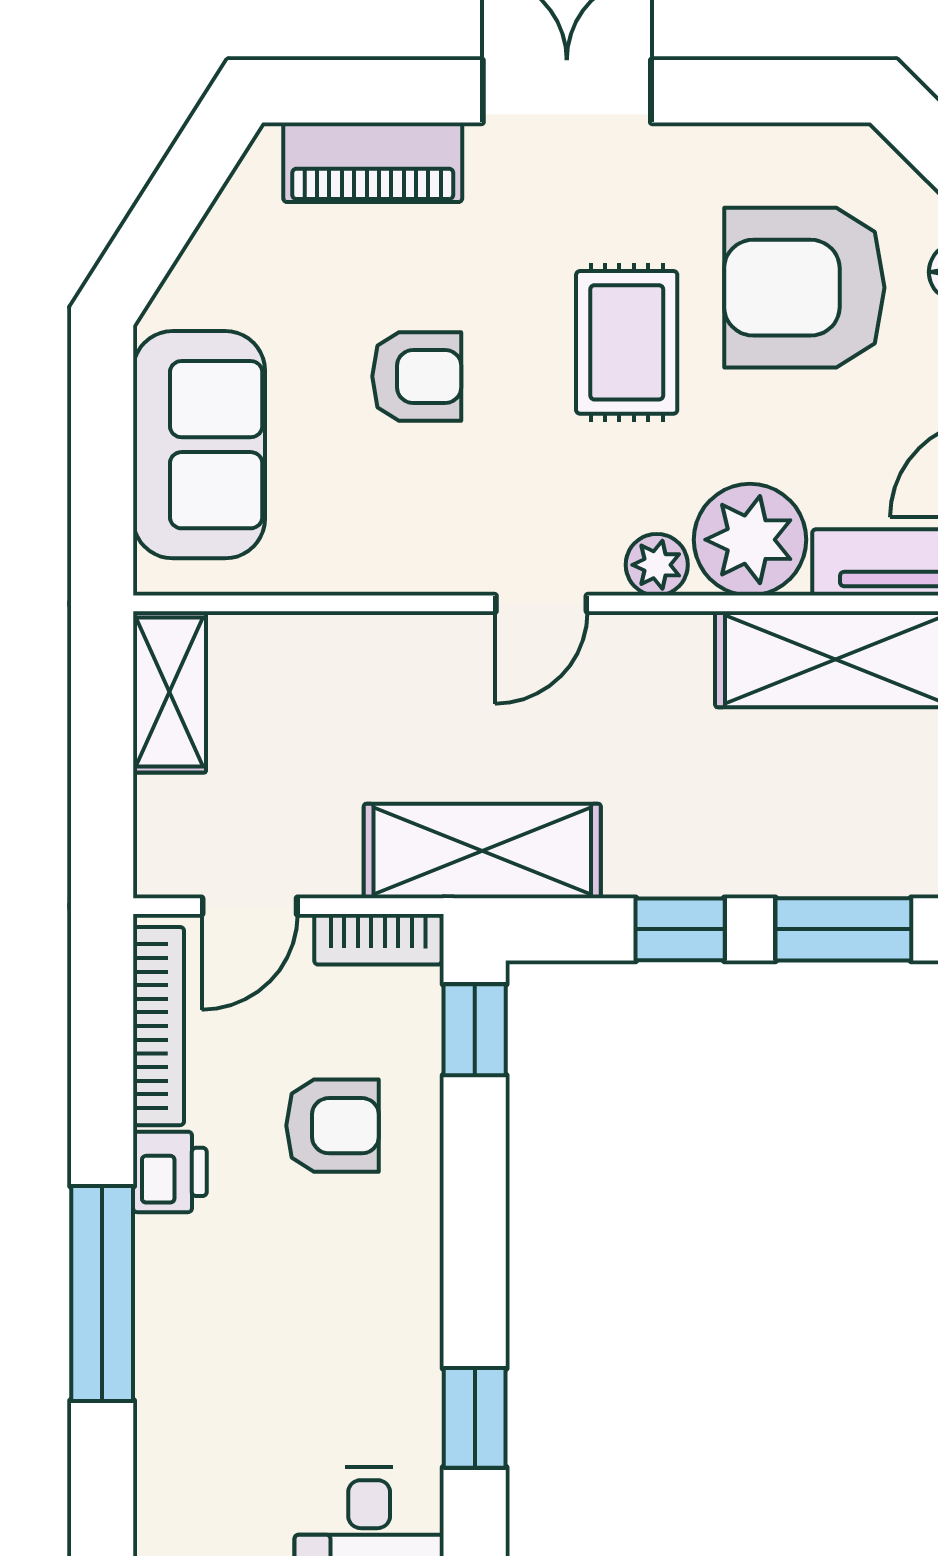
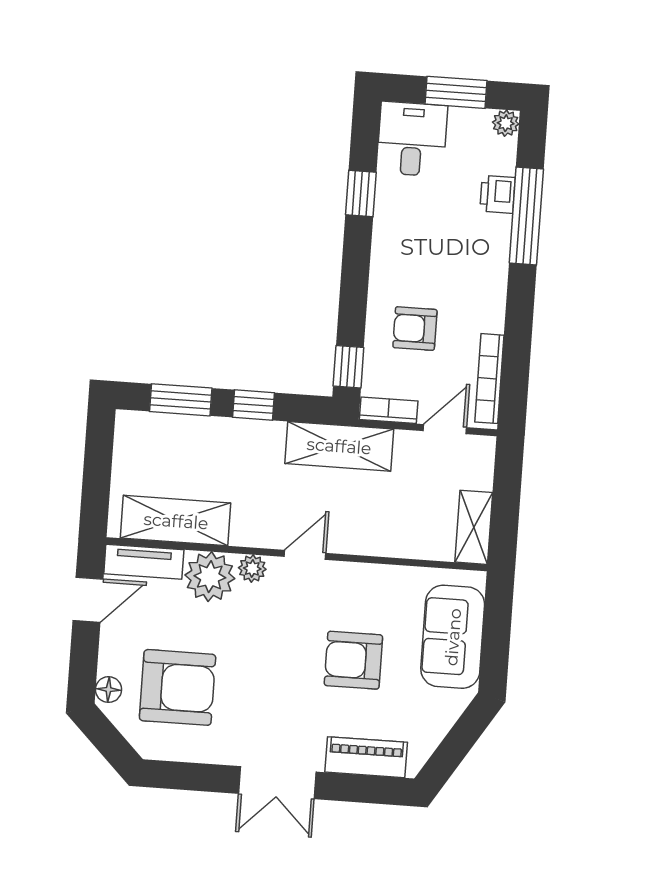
rug: (627, 342) -> (259, 669), removed
armchair: (417, 376) -> (353, 660), width x1.38, depth x1.38
printer: (170, 1172) -> (497, 194), moved
window: (102, 1293) -> (526, 216), moved

